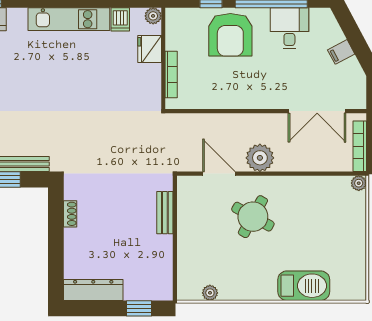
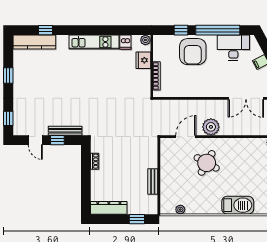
desk: (289, 28) -> (233, 48), width x1.37
door: (219, 174) -> (186, 137), hinge flipped
bench: (165, 213) -> (153, 181), moved

